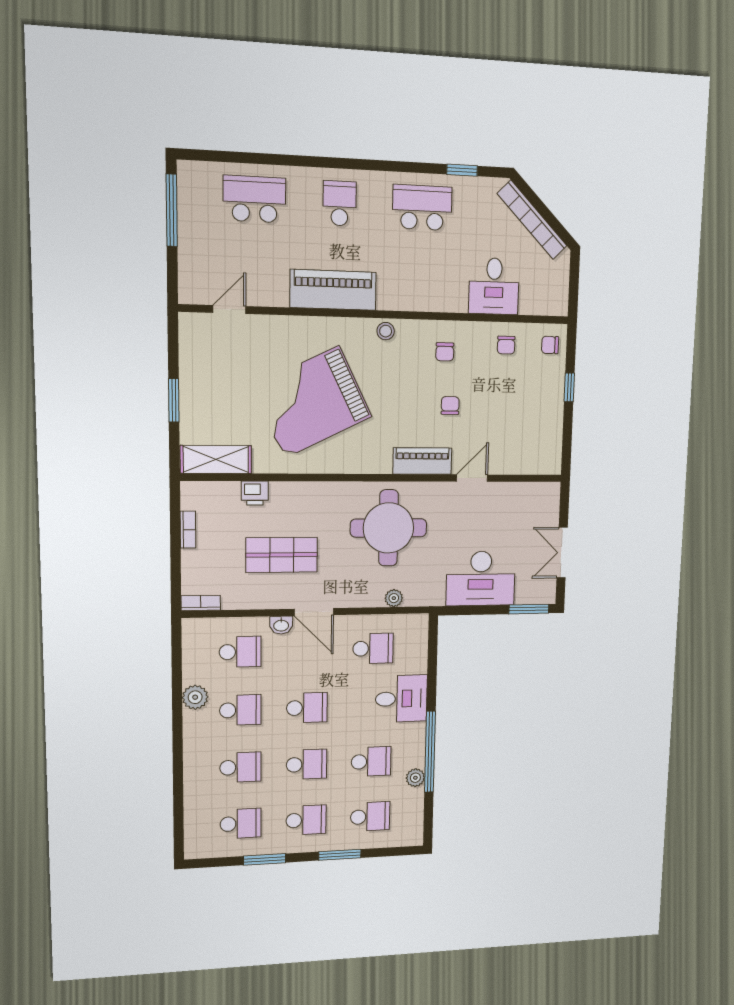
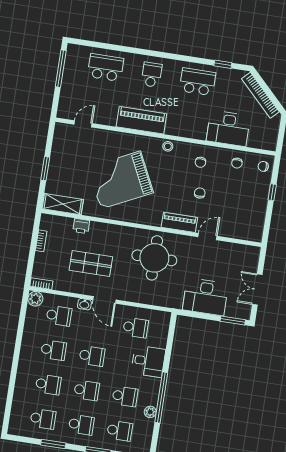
desk: (494, 286) -> (228, 128), width x1.37
plant: (394, 598) -> (152, 300), removed
plant: (195, 697) -> (35, 299), moved

